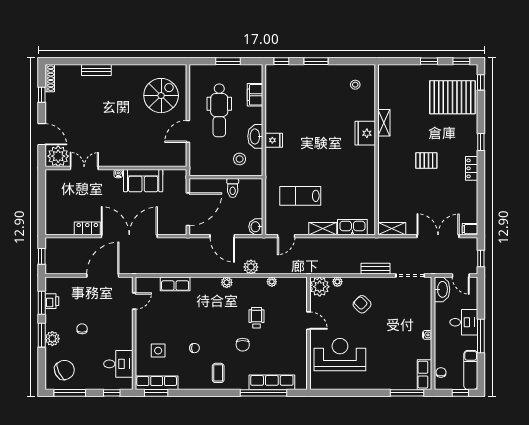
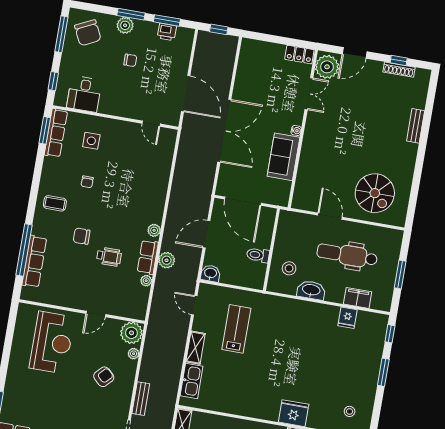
shoe rack: (50, 78) -> (399, 70), moved
fridge: (274, 140) -> (347, 318), moved
locker: (87, 228) -> (299, 55), moved, turned 90
row of seats: (175, 284) -> (148, 257), moved

